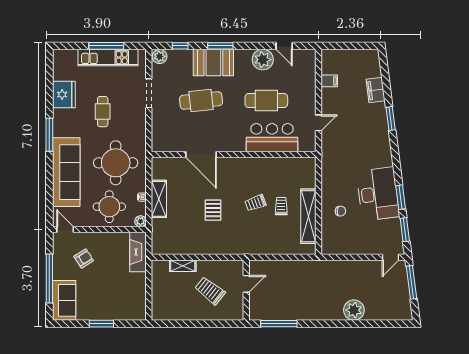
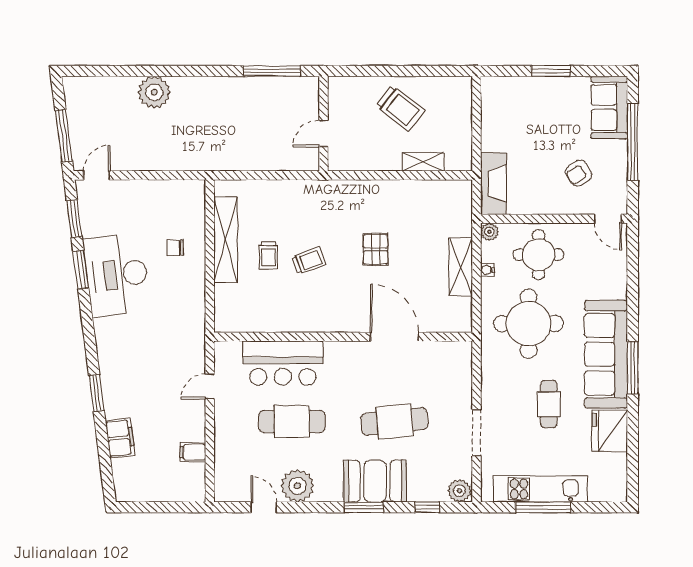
sofa: (66, 172) -> (606, 354), moved
trolley: (210, 291) -> (400, 108), moved

